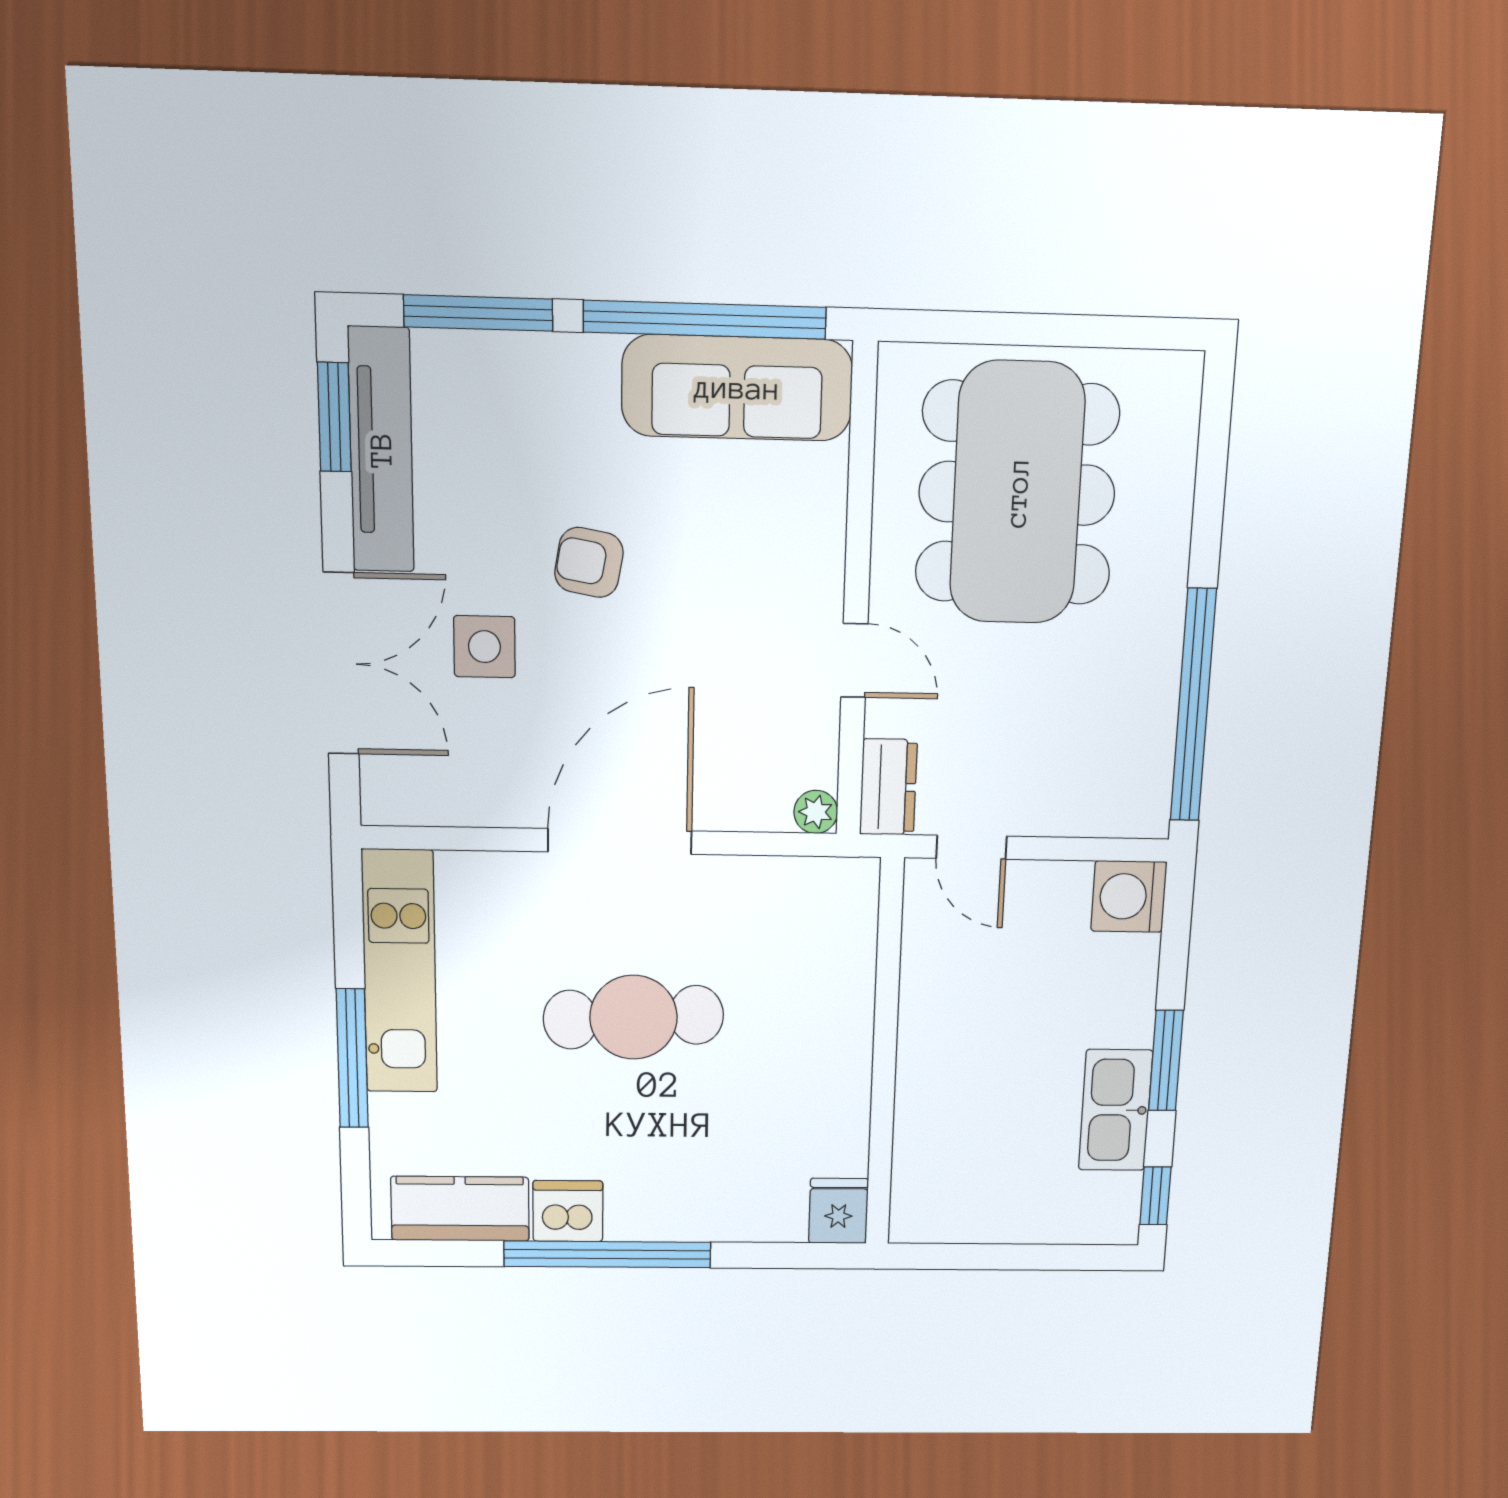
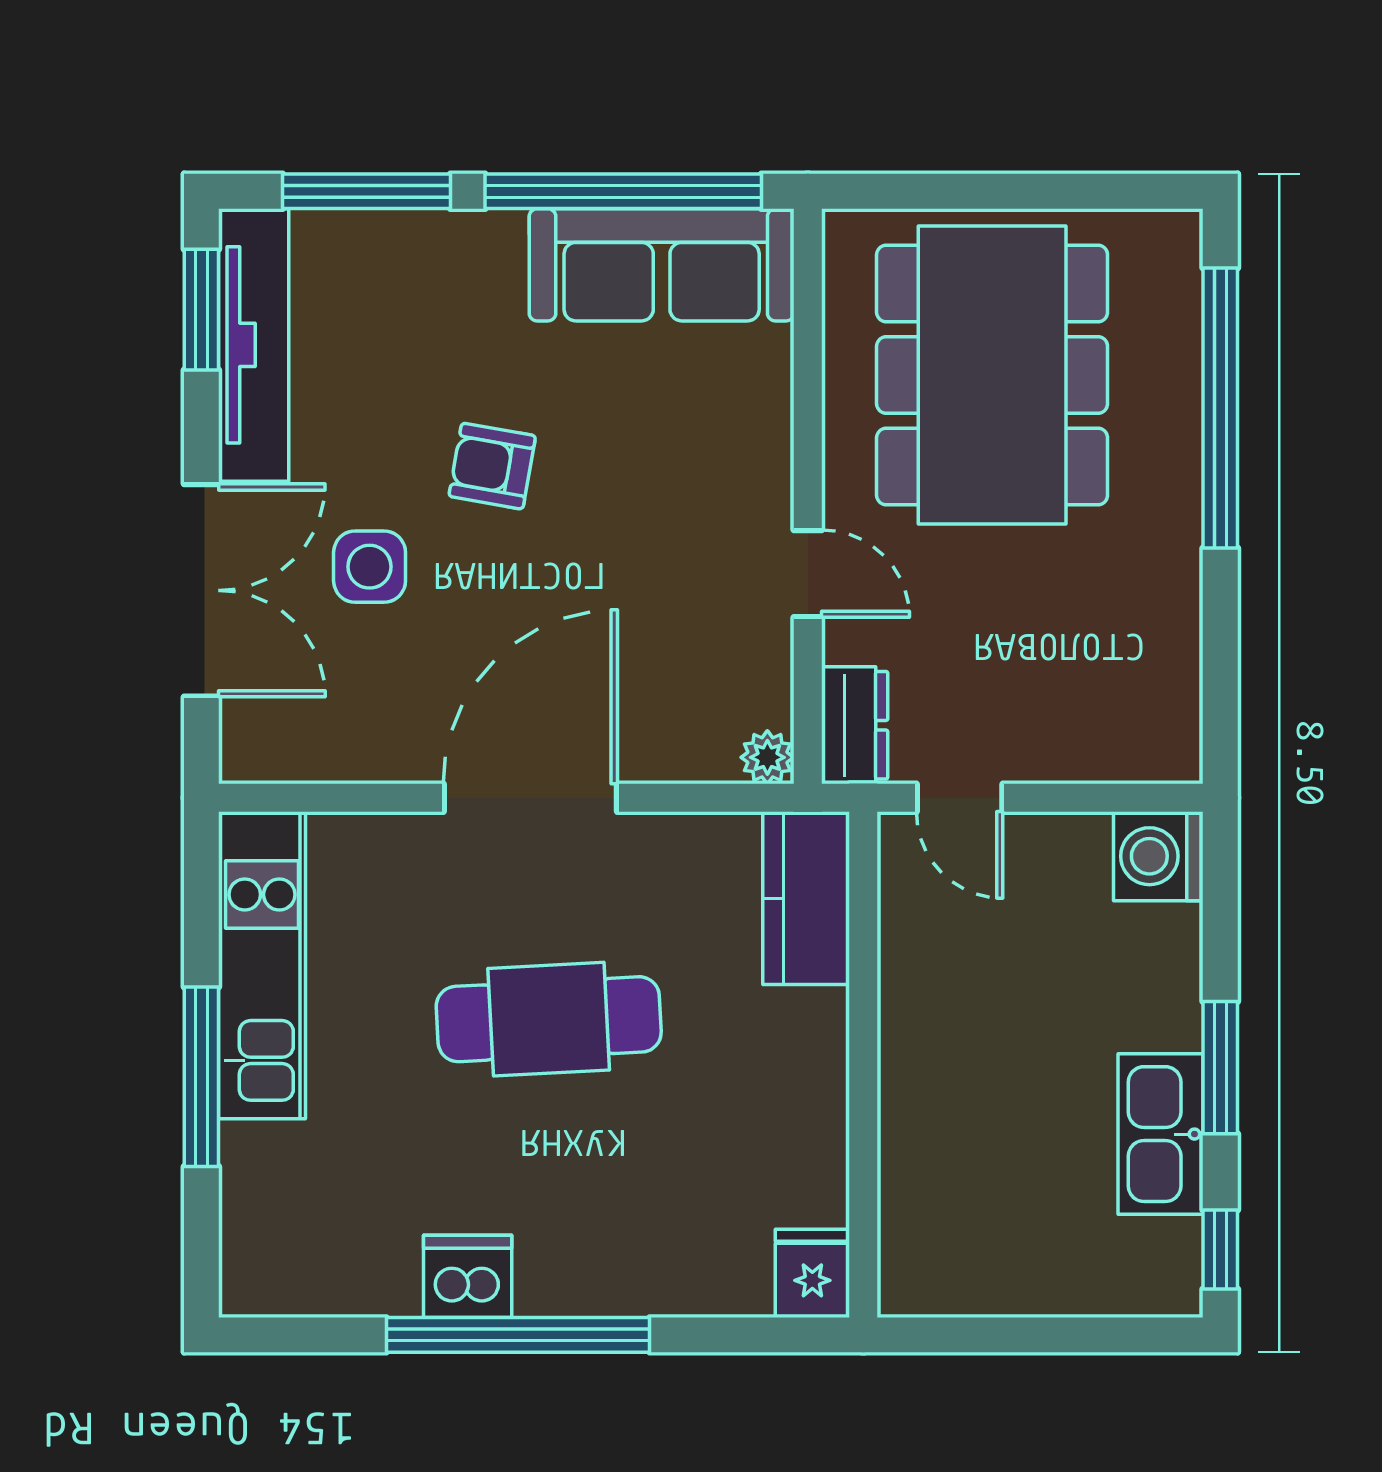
window: (1193, 706) -> (1220, 408), moved
kitchen counter: (460, 1209) -> (806, 898), moved, turned -90

